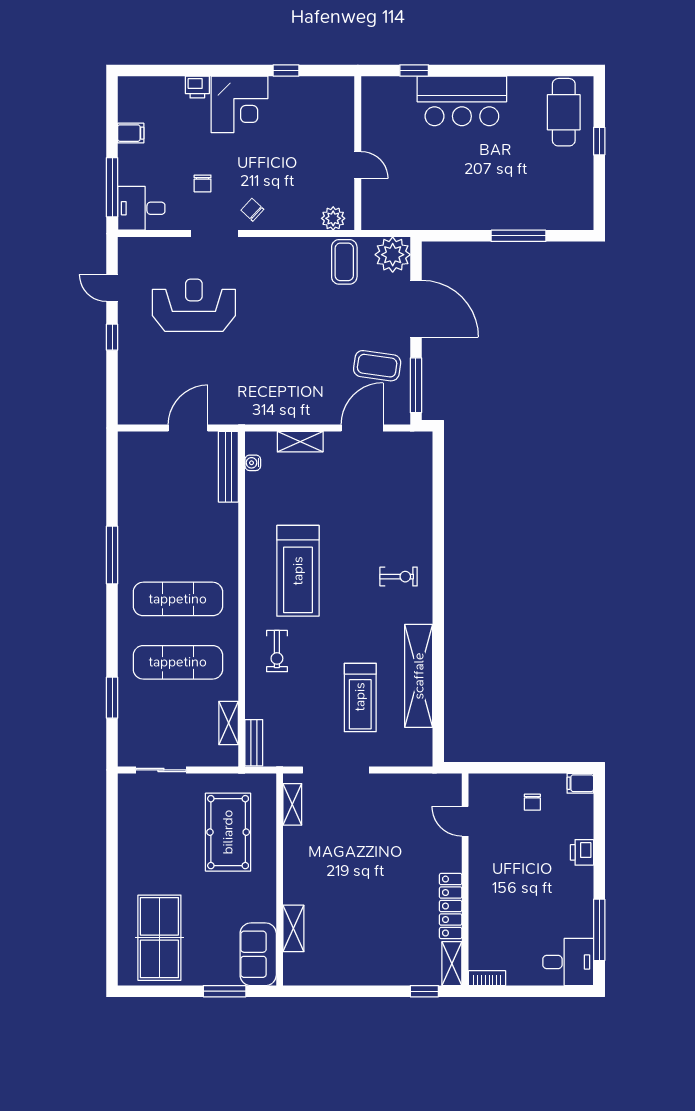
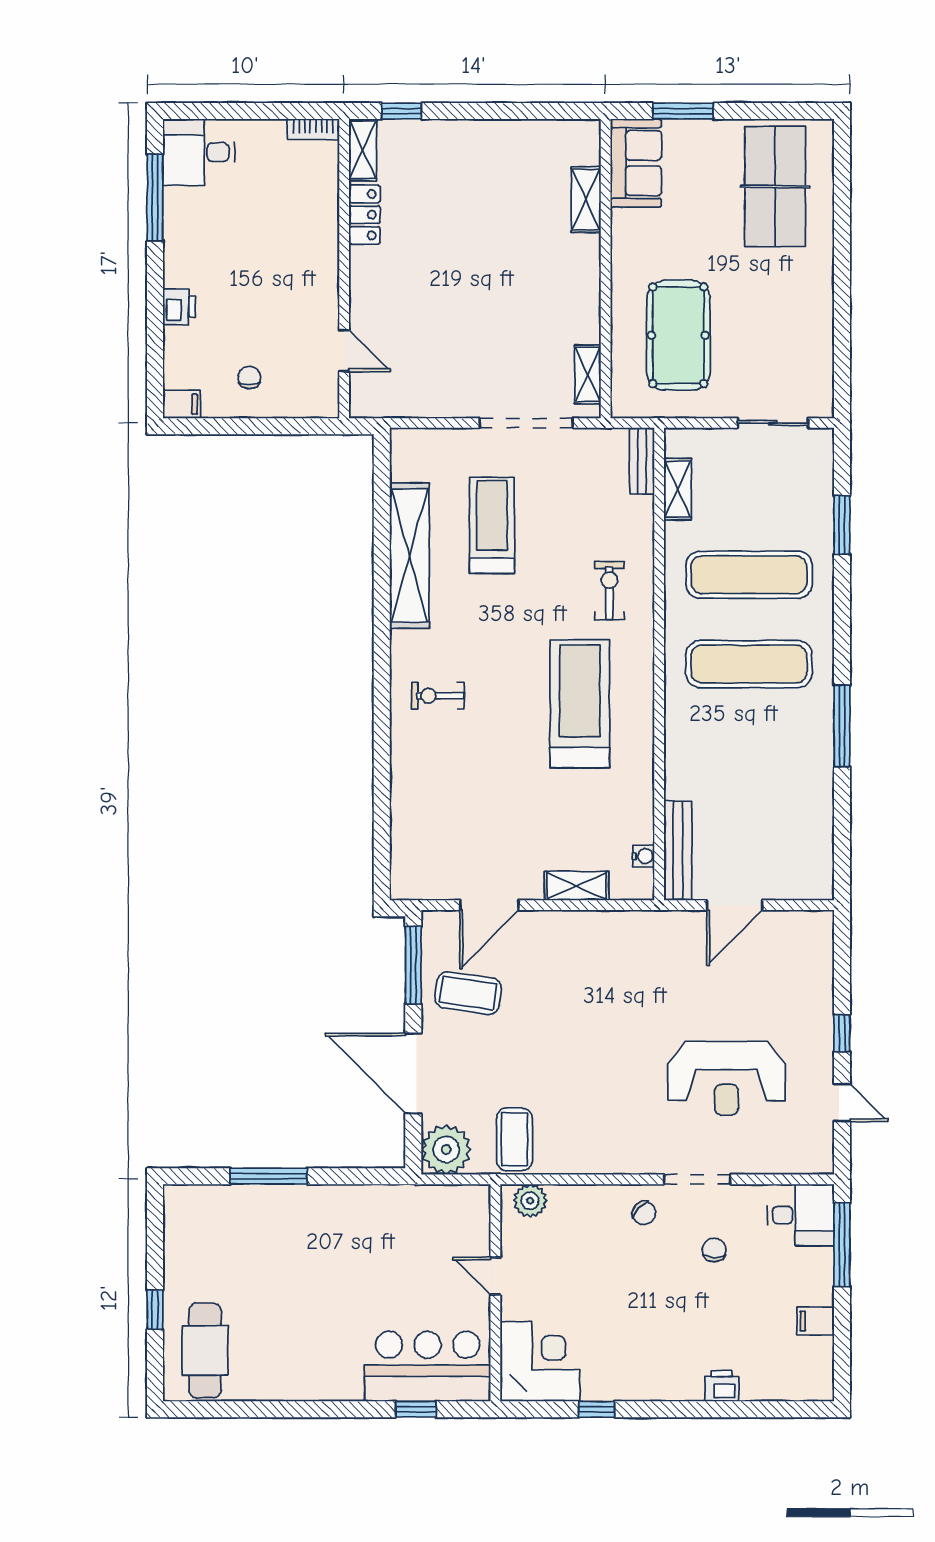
bar counter: (462, 101) -> (428, 1366), moved
corner desk: (239, 104) -> (540, 1361), moved, turned 90
locker: (451, 906) -> (365, 215), width x0.66

